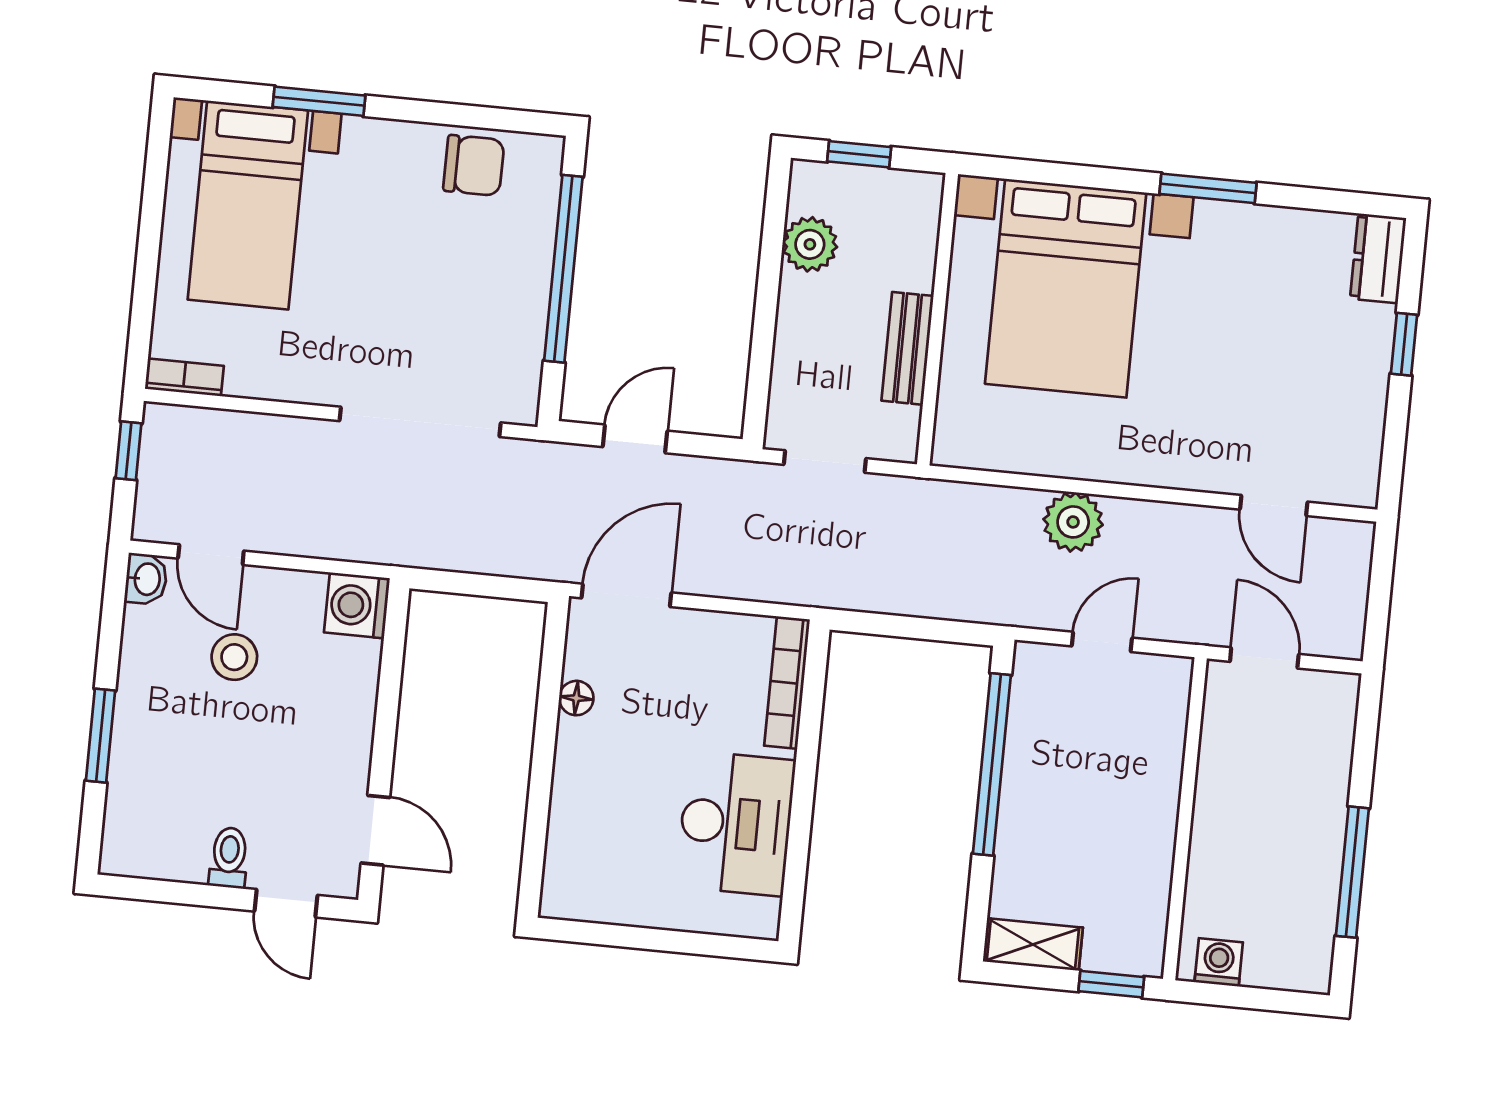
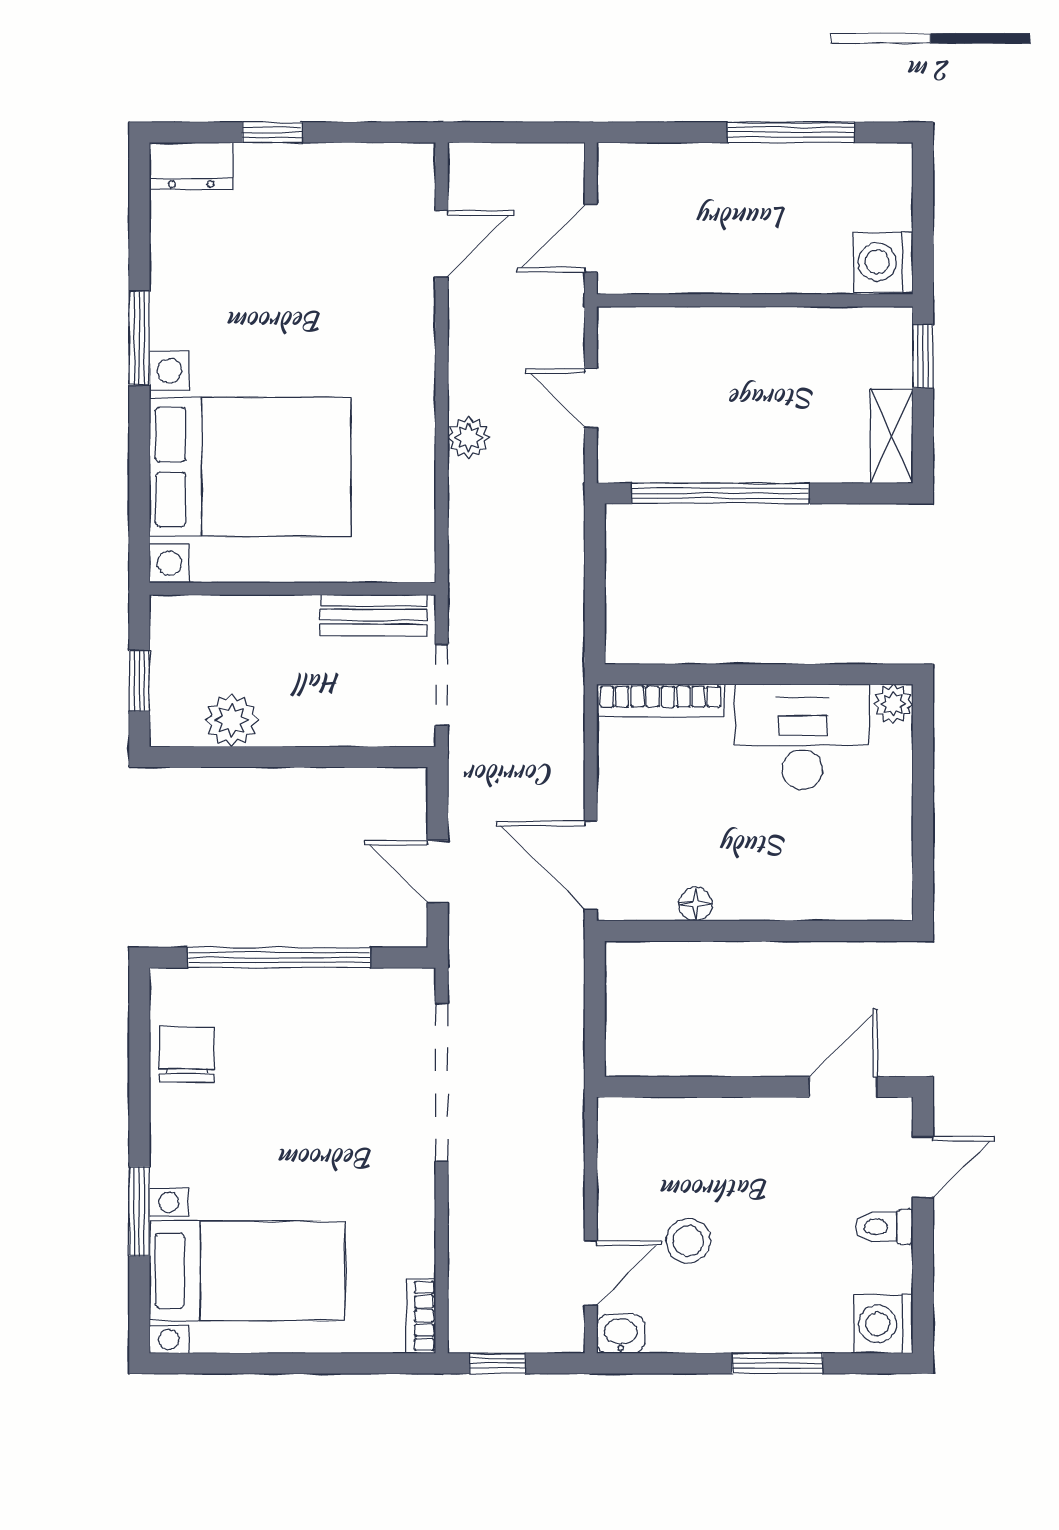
bench: (908, 348) -> (374, 615), moved
plant: (1073, 522) -> (469, 438), width x0.73, depth x0.73
washing machine: (357, 605) -> (883, 1324), moved, turned 90
plant: (760, 919) -> (893, 704), added
washing machine: (1219, 962) -> (883, 262), width x1.38, depth x1.38

